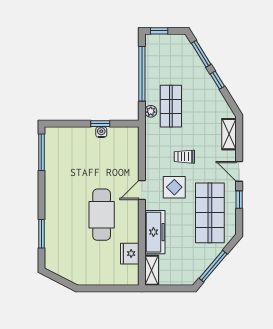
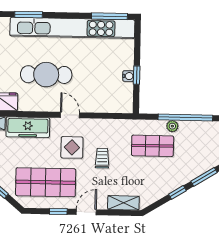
plant: (151, 111) -> (172, 126), moved
kitchen unit: (54, 189) -> (72, 28), added

